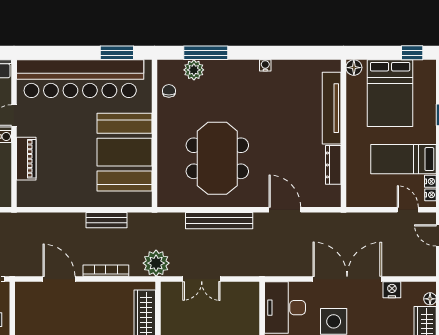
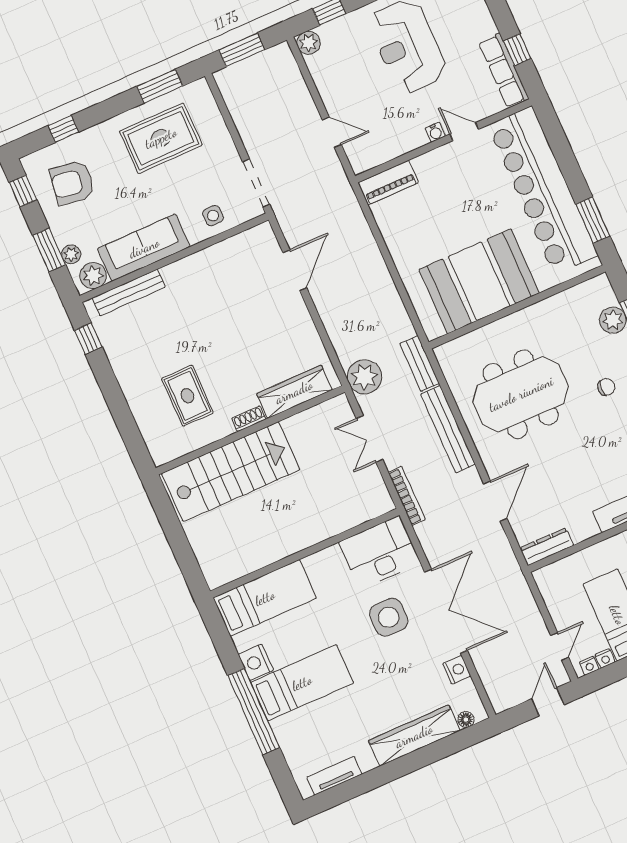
chair: (169, 91) -> (606, 387), moved
piano: (26, 159) -> (388, 183), moved
dresser: (333, 165) -> (547, 547), moved
bench: (106, 220) -> (420, 364), moved
bookcase: (106, 271) -> (407, 496), moved

